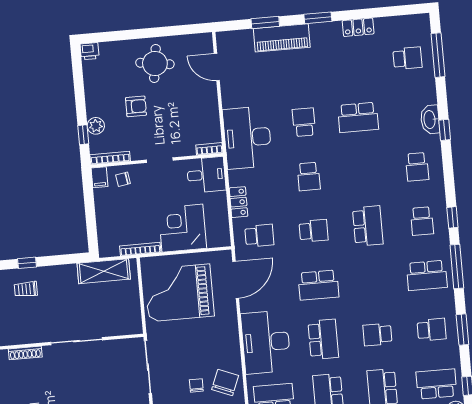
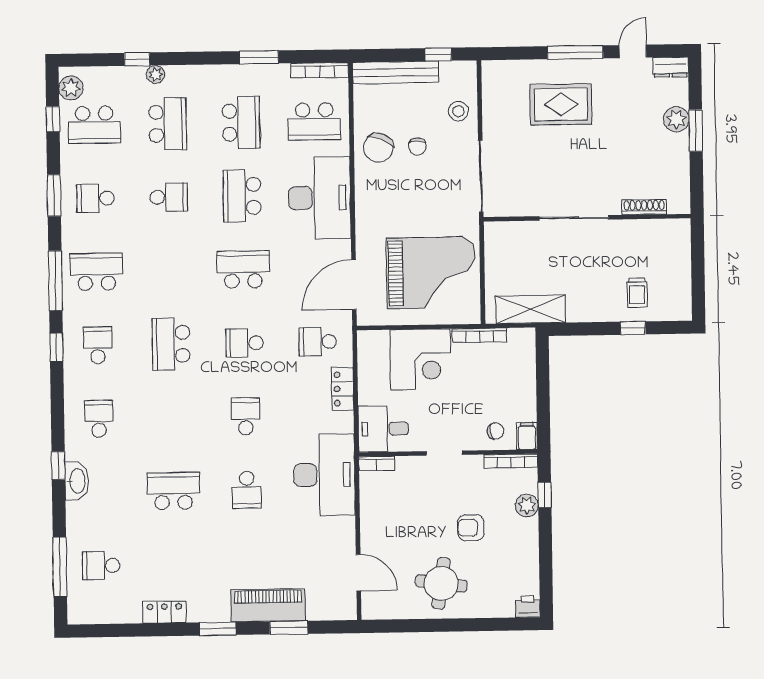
trolley: (26, 289) -> (637, 293), turned 90

